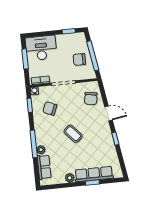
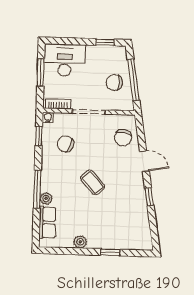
row of seats: (94, 174) -> (114, 241), removed

